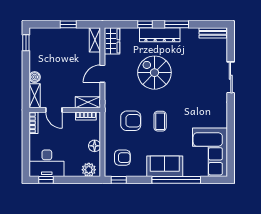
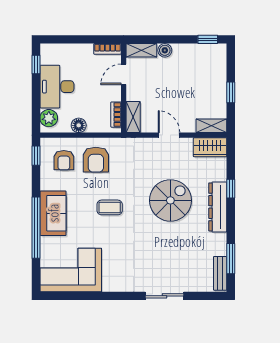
window: (177, 24) -> (231, 259), moved
armchair: (131, 121) -> (96, 160), moved
desk: (47, 163) -> (57, 87), moved

